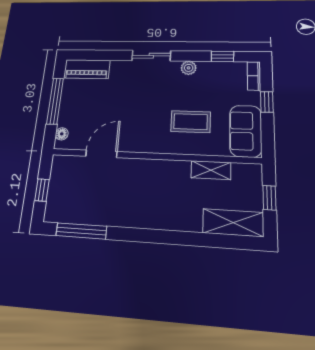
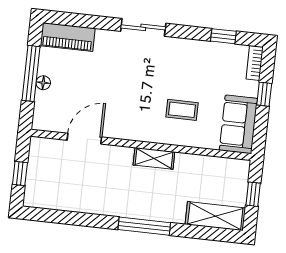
plant: (189, 68) -> (185, 47), removed
coffee table: (191, 122) -> (182, 110), width x0.73, depth x0.77
floor lamp: (62, 134) -> (43, 83), moved
shelving: (211, 170) -> (154, 158), moved
window: (81, 231) -> (144, 226), moved

